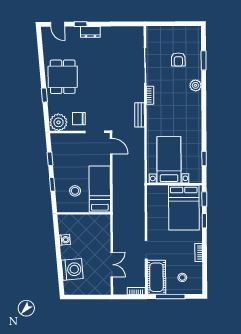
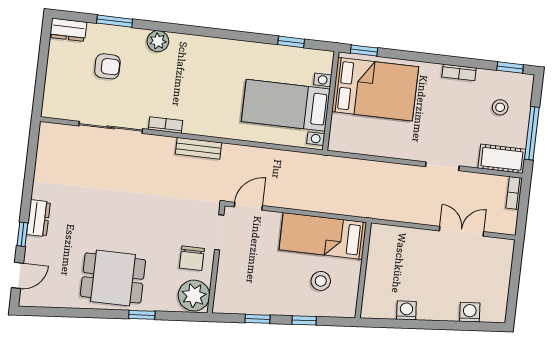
dresser: (196, 36) -> (68, 30), added
window: (204, 221) -> (510, 68), moved
washing machine: (72, 269) -> (470, 312), width x0.53, depth x0.53
cot: (156, 277) -> (502, 159), width x0.73, depth x0.75

